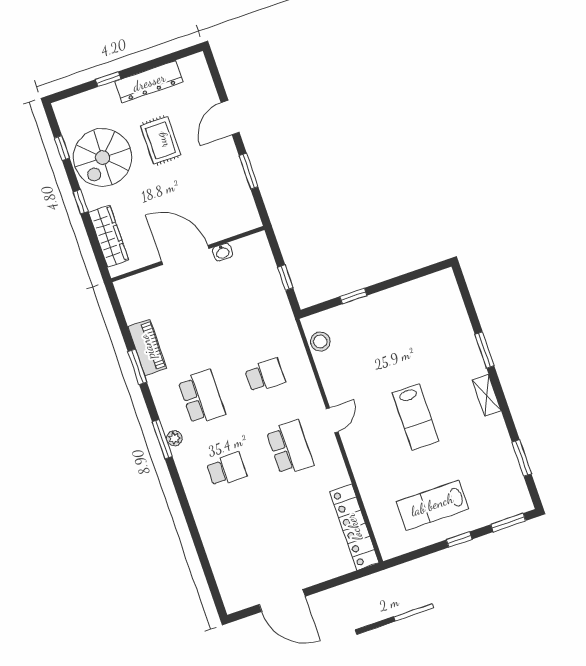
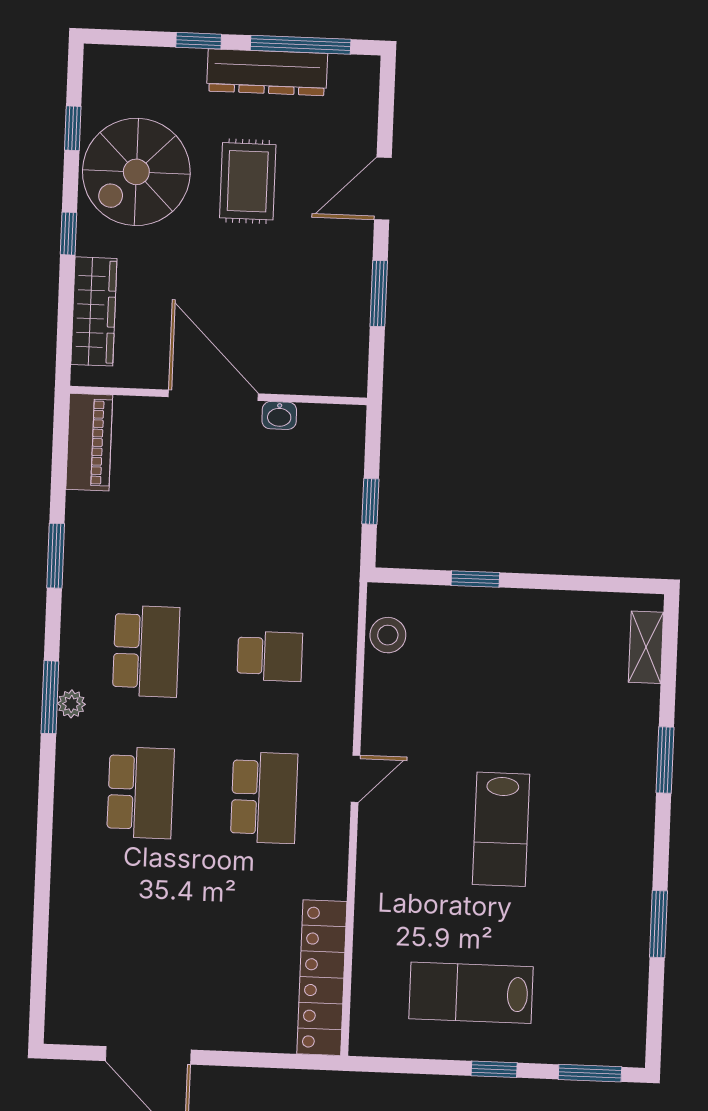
window: (160, 61) -> (301, 45), added
piano: (147, 347) -> (89, 442), moved
shelving: (487, 395) -> (646, 647), moved
window: (522, 458) -> (658, 924), moved
school desk: (227, 469) -> (140, 793), width x1.85

